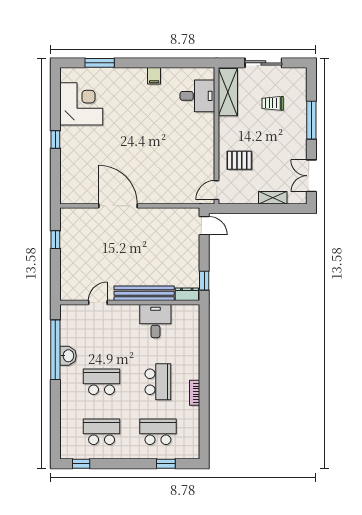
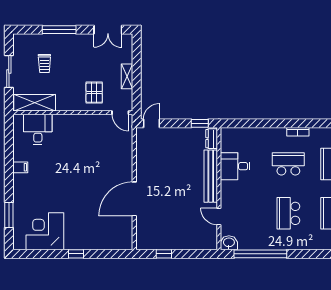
shelving: (273, 198) -> (127, 76), moved
washbasin: (68, 356) -> (229, 243), moved

